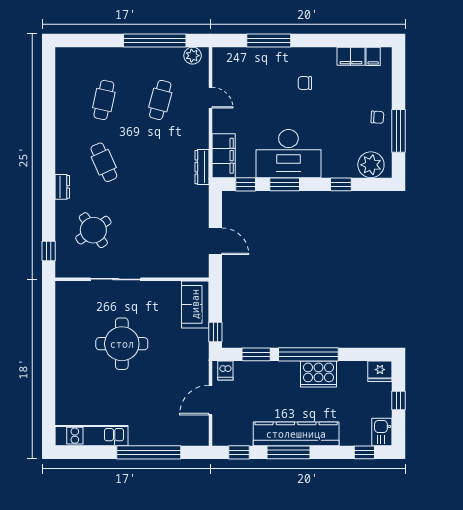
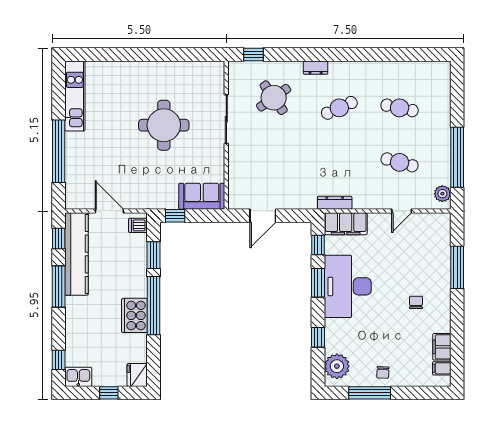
kitchen counter: (296, 434) -> (77, 254), moved

